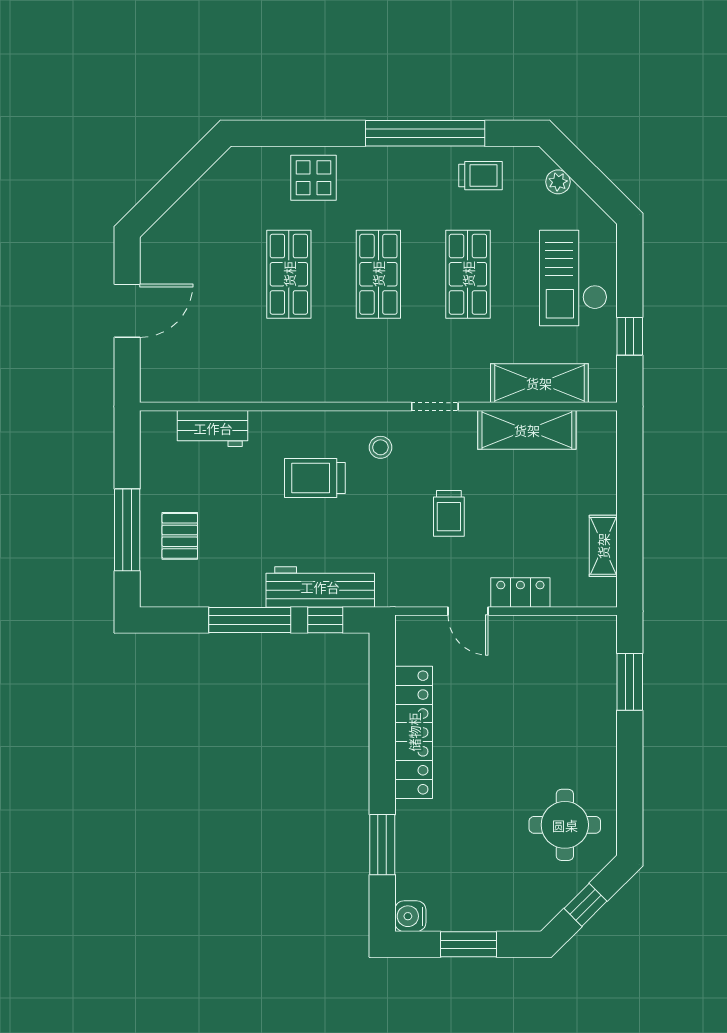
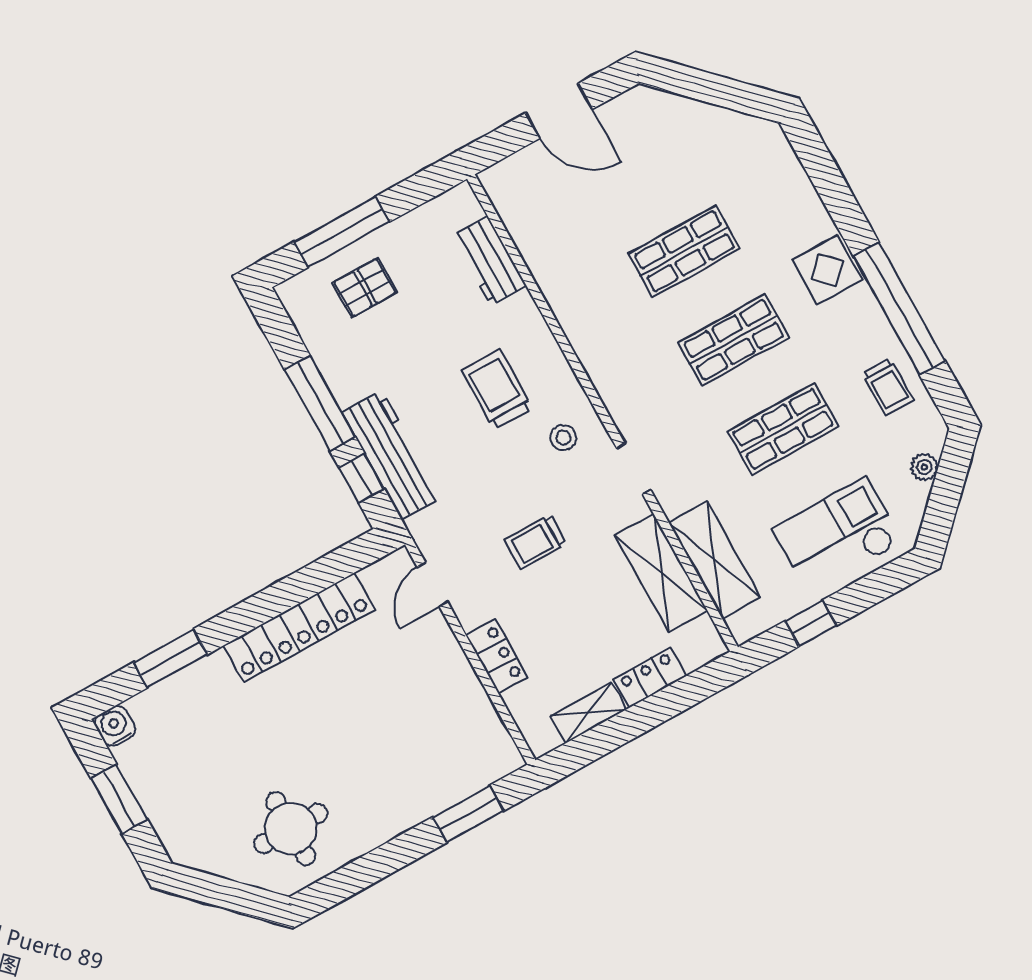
display table: (313, 178) -> (827, 270), moved
locker: (602, 484) -> (650, 678), added
door: (468, 611) -> (432, 585), moved
window: (585, 905) -> (223, 893), removed

